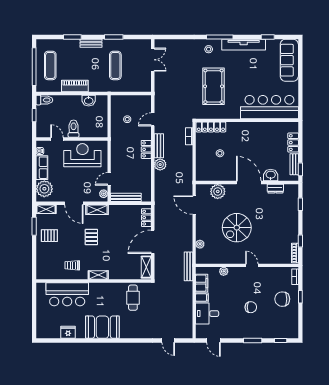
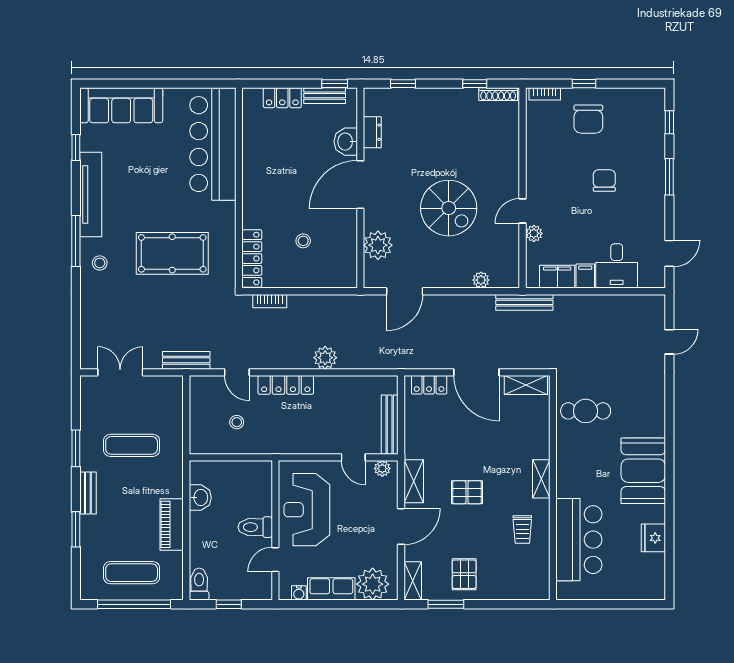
bench: (159, 146) -> (186, 360), moved
locker: (146, 149) -> (286, 385), width x1.53
door: (252, 265) -> (523, 211), moved

